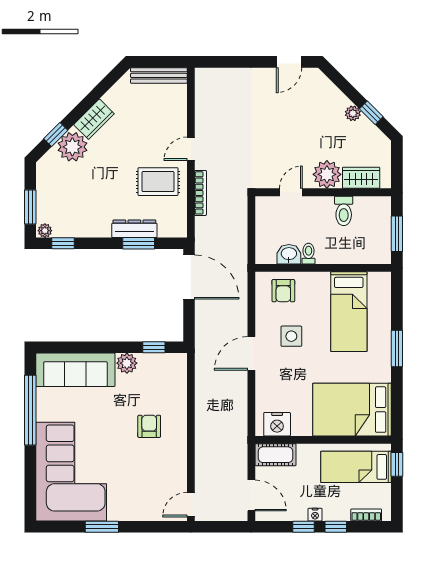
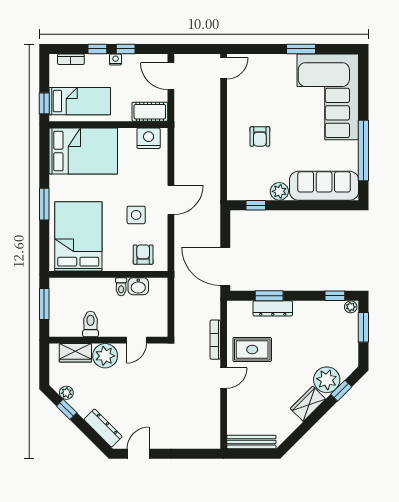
dresser: (329, 91) -> (103, 428), added
plant: (353, 113) -> (66, 393), moved
bed: (349, 312) -> (78, 236), width x1.50

